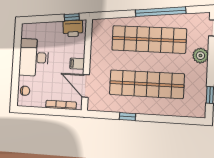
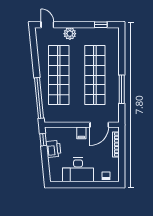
window: (161, 12) -> (39, 98), moved
printer: (73, 28) -> (53, 149), moved
window: (127, 117) -> (122, 89), width x2.17

